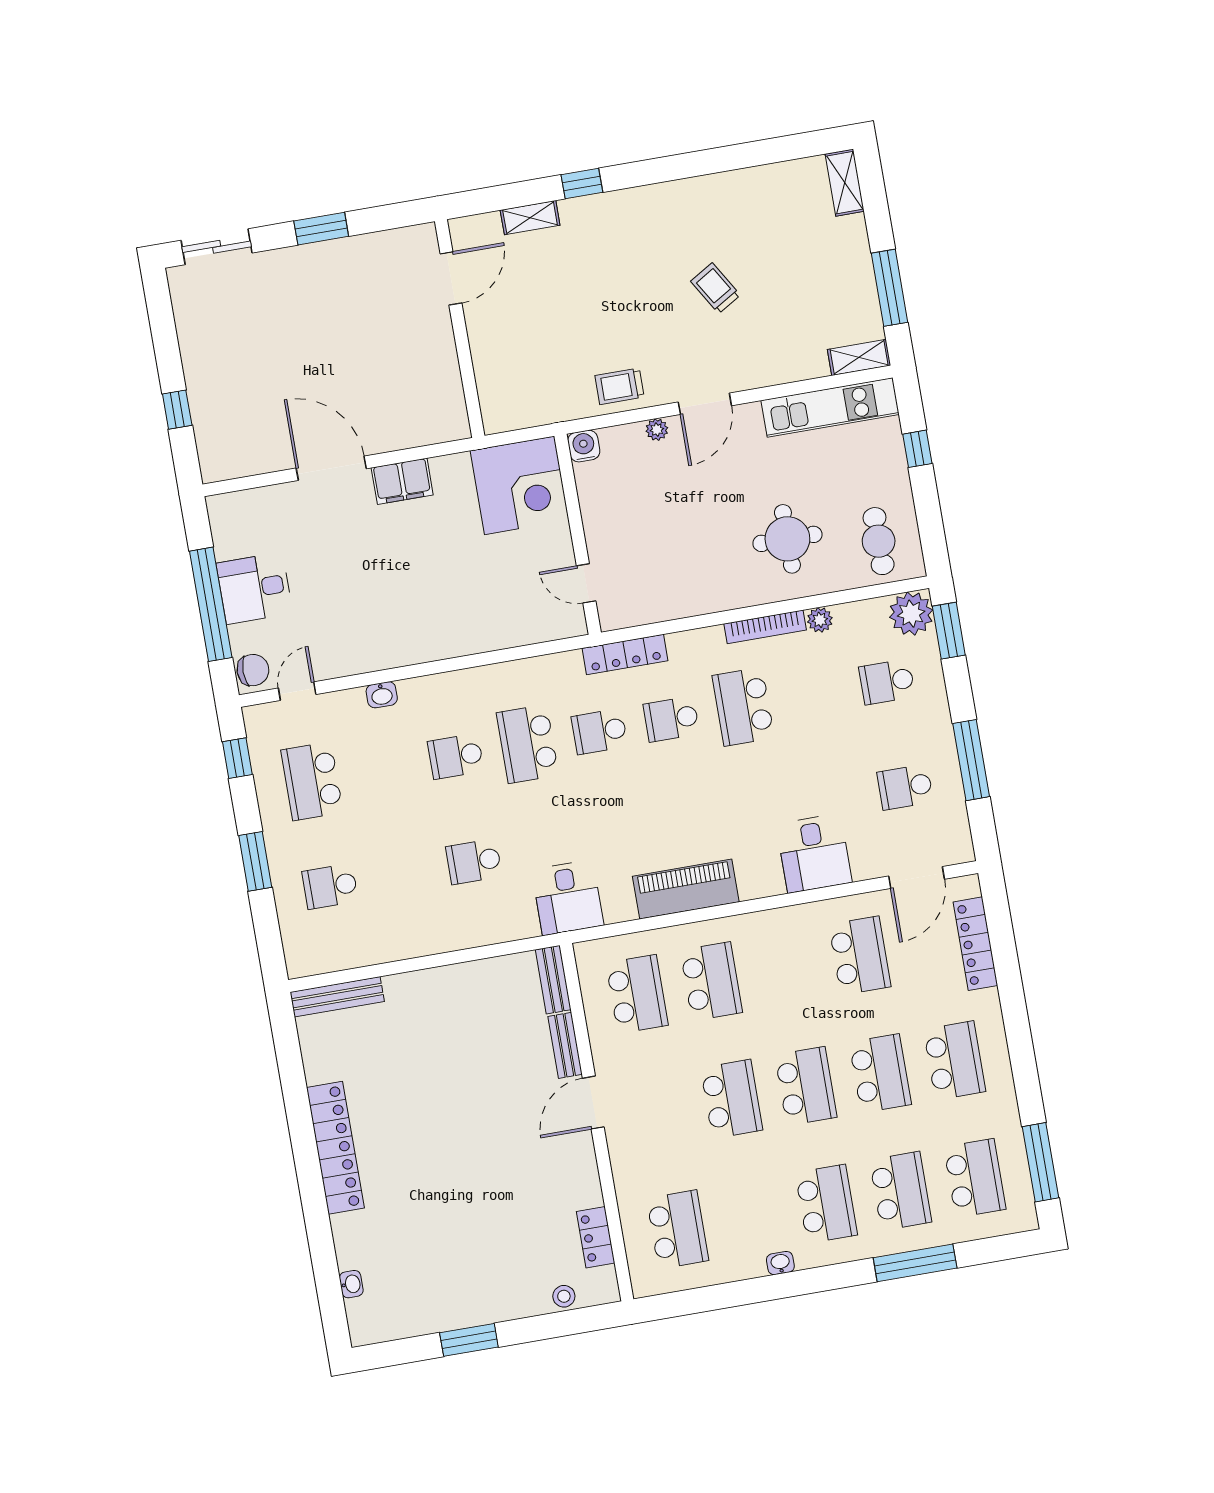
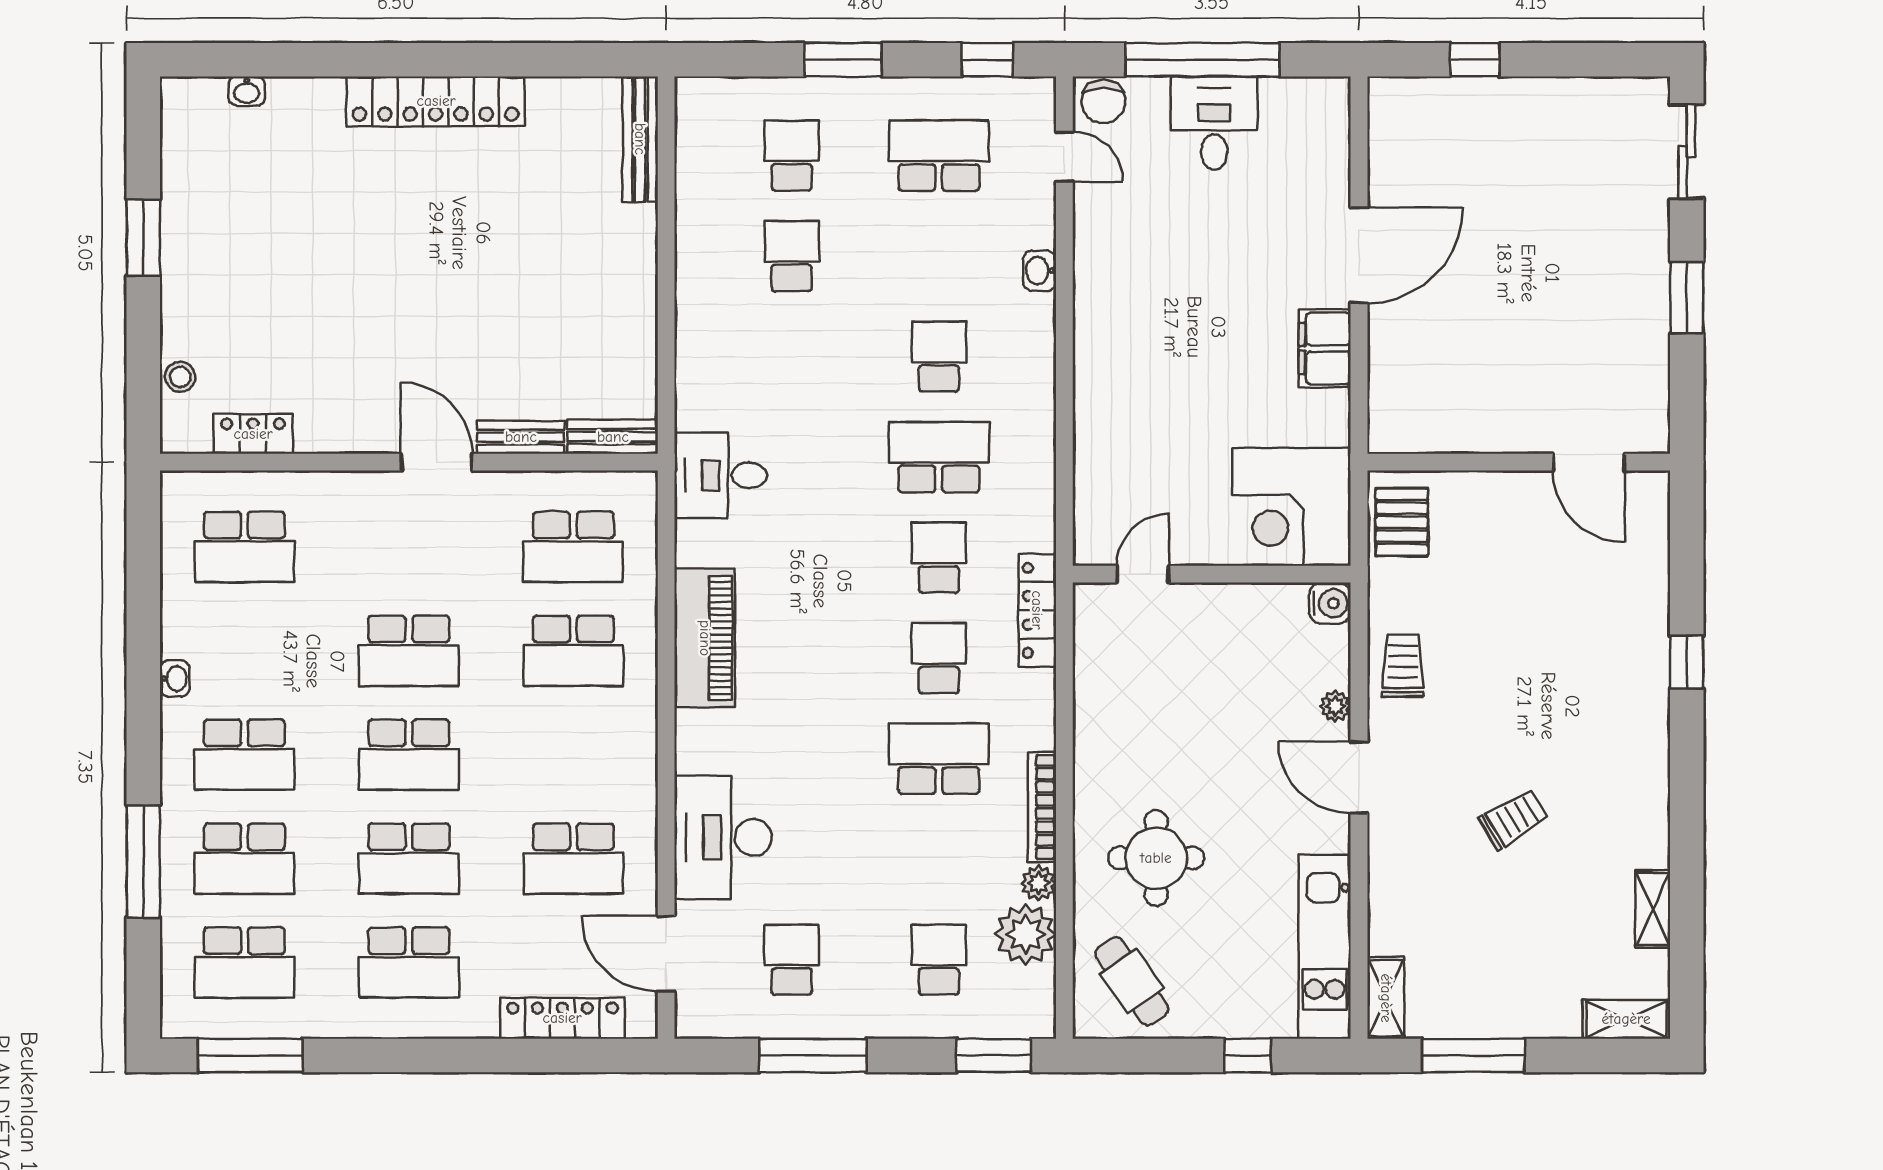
shelving: (530, 218) -> (1653, 909), moved
pallet: (517, 405) -> (1402, 522), added
cafe table: (879, 541) -> (1132, 981), turned 55
plant: (911, 614) -> (1026, 934), moved
desk: (814, 853) -> (723, 837), width x1.37
school desk: (474, 862) -> (792, 256), moved

